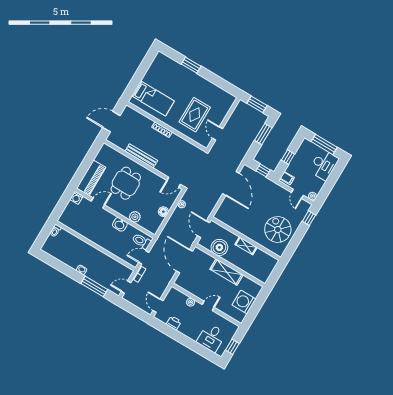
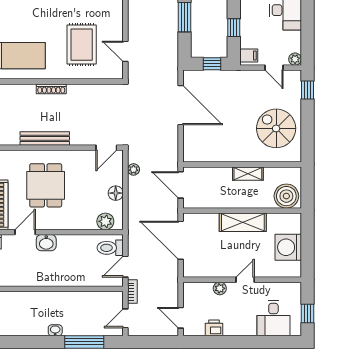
plant: (135, 217) -> (105, 221), moved
washbasin: (120, 224) -> (46, 243), moved
boiler: (219, 247) -> (286, 196), moved

